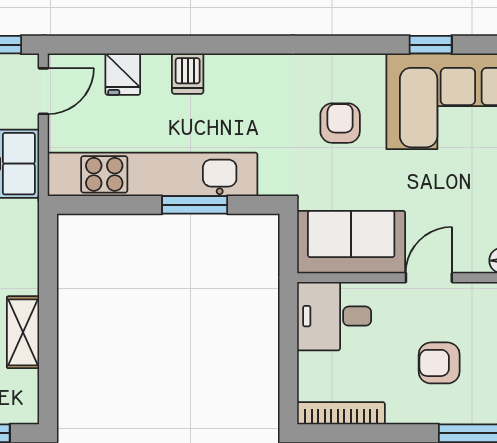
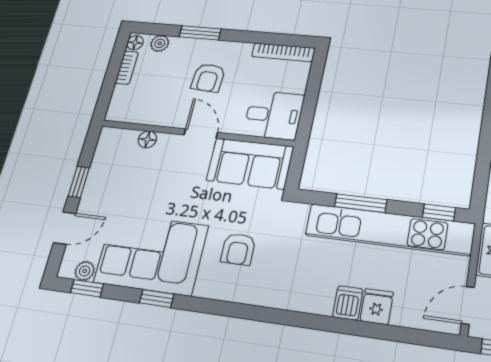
fridge: (123, 74) -> (377, 307), moved
window: (94, 205) -> (439, 212), added
door: (429, 278) -> (201, 134), swing flipped
armchair: (439, 363) -> (208, 78), turned 94

